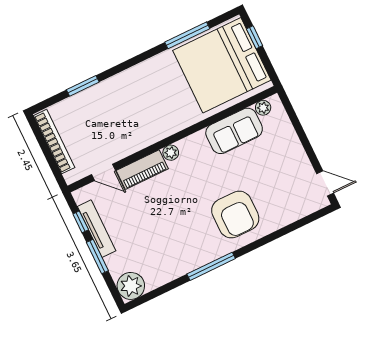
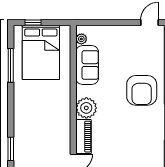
bed: (222, 65) -> (41, 52), width x0.73
plant: (171, 153) -> (86, 108), width x1.87, depth x1.87
armchair: (235, 215) -> (142, 90), turned 90

